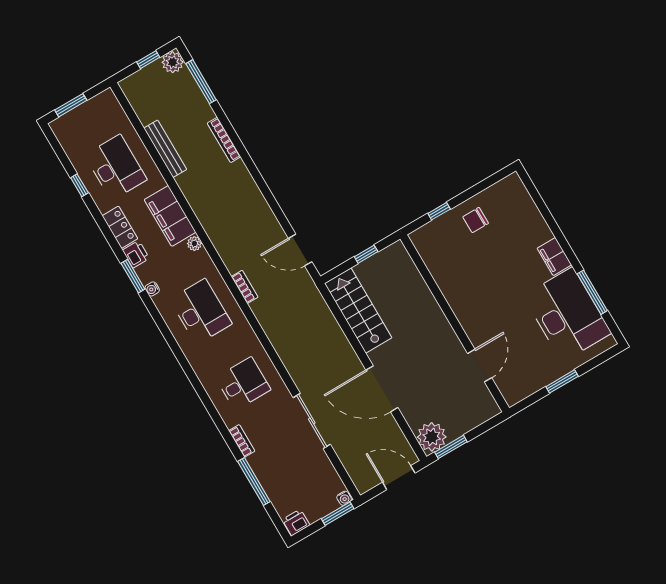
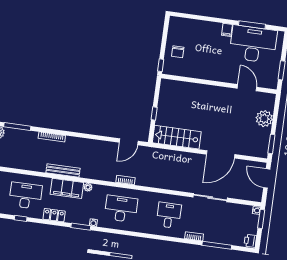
bench: (165, 149) -> (63, 170), moved
printer: (136, 254) -> (72, 218), removed
filing cabinet: (554, 257) -> (227, 30), width x0.50
wall: (455, 323) -> (219, 84), moved
door: (480, 366) -> (247, 88), moved
plant: (432, 437) -> (264, 119), moved
door: (399, 478) -> (267, 178), hinge flipped

